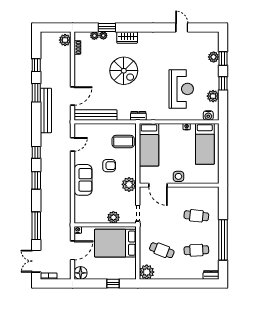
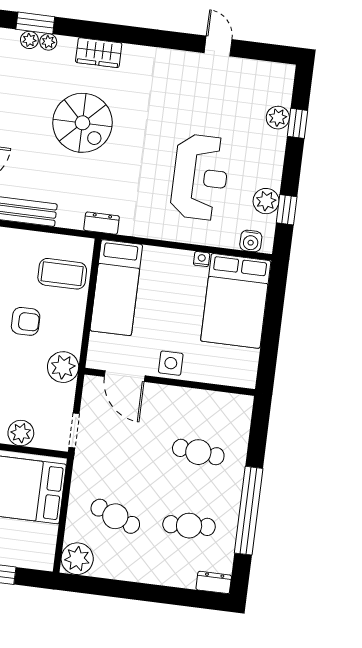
window: (107, 27) -> (35, 23), moved
window: (223, 83) -> (287, 210), moved
bed: (205, 144) -> (236, 301), width x1.50

